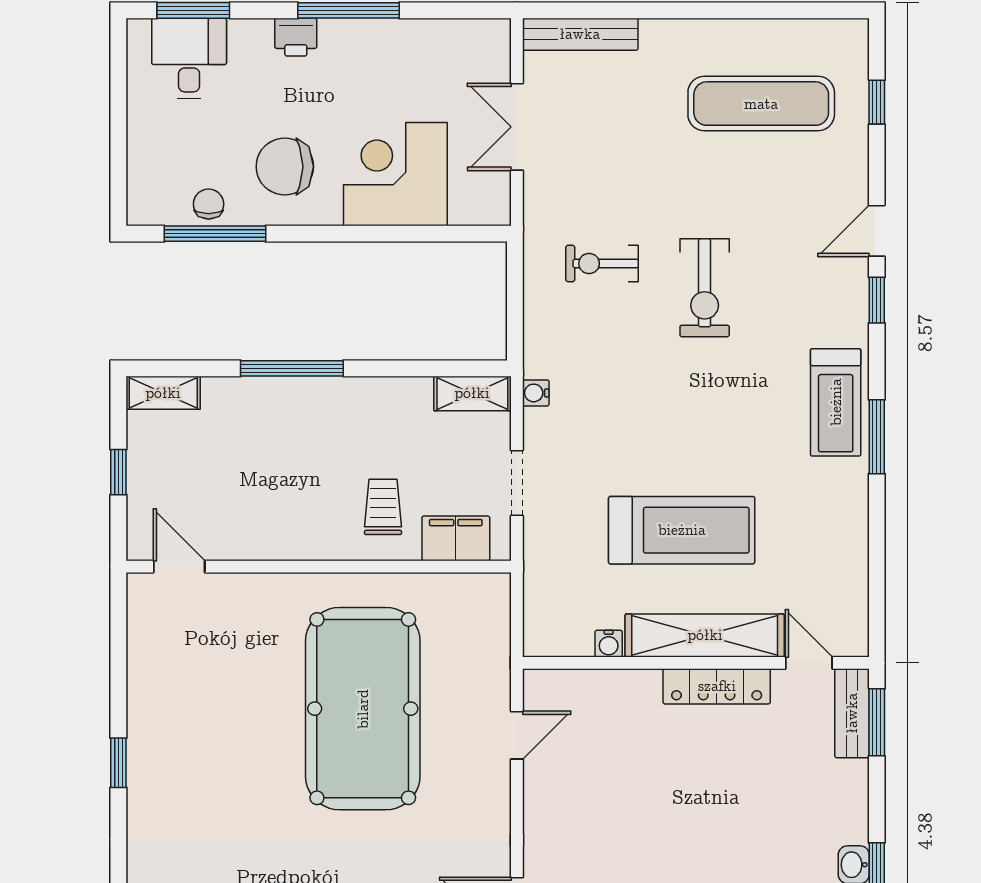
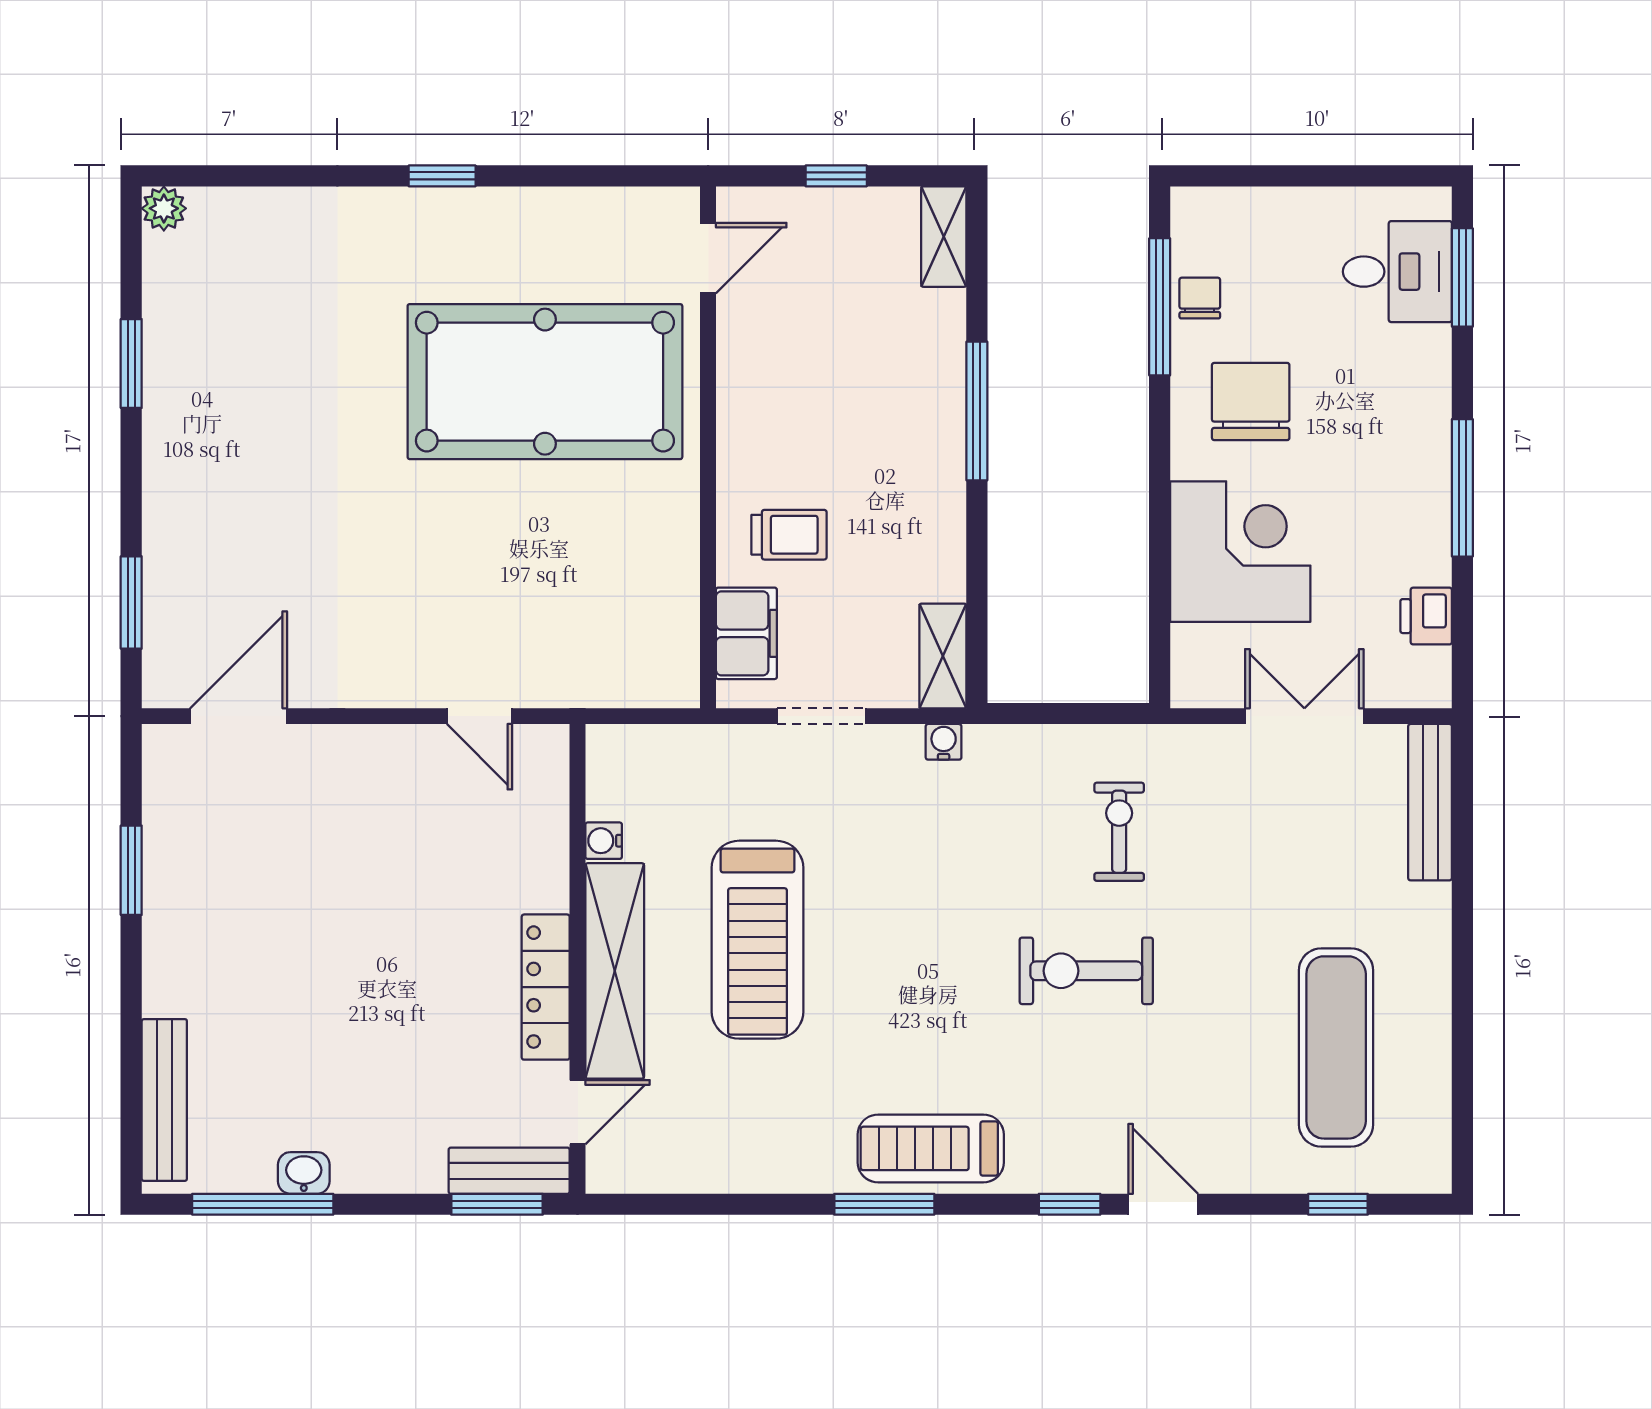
printer: (296, 37) -> (1426, 616), moved
chair: (209, 204) -> (1200, 298), turned -90
pool table: (363, 709) -> (545, 382), moved

